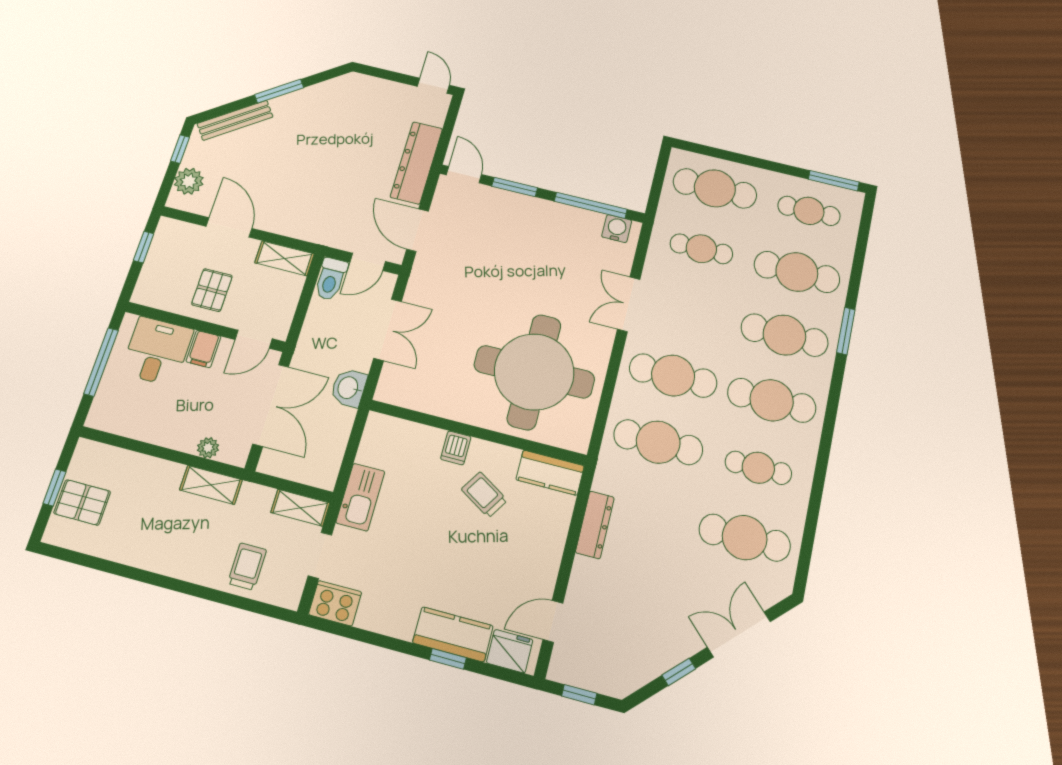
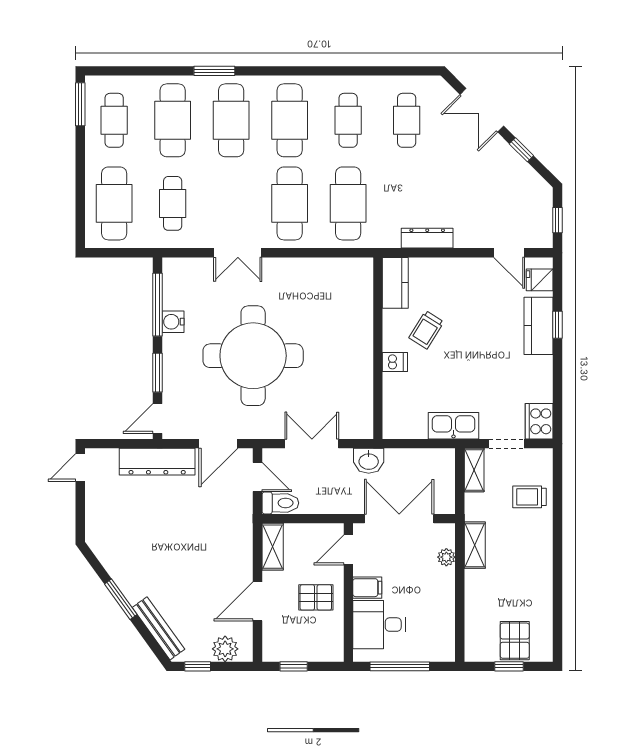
water cooler: (617, 229) -> (173, 322), moved
door: (254, 339) -> (348, 550), swing flipped
round table: (534, 372) -> (253, 356), moved
cafe table: (745, 538) -> (407, 120), width x0.73, depth x0.74
fridge: (510, 651) -> (540, 280), width x0.72

